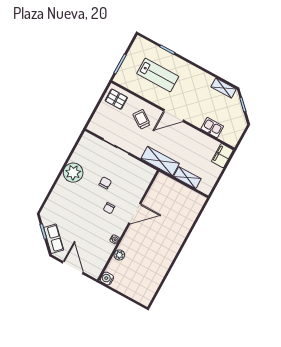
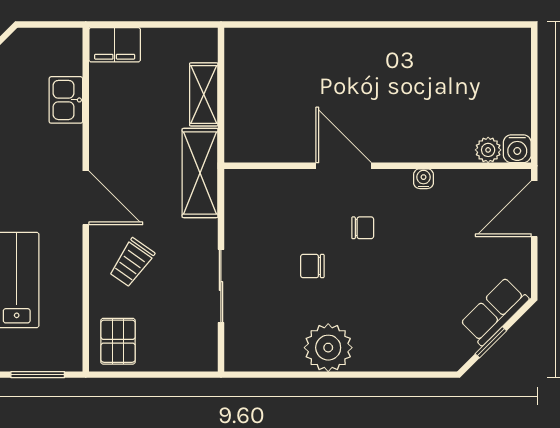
plant: (119, 255) -> (488, 150), moved
door: (73, 268) -> (534, 209), moved

